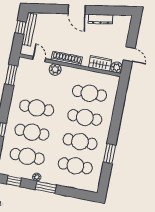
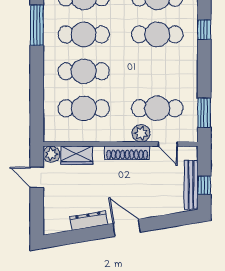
cafe table: (37, 108) -> (157, 108), moved
window: (110, 154) -> (37, 25), width x1.44

